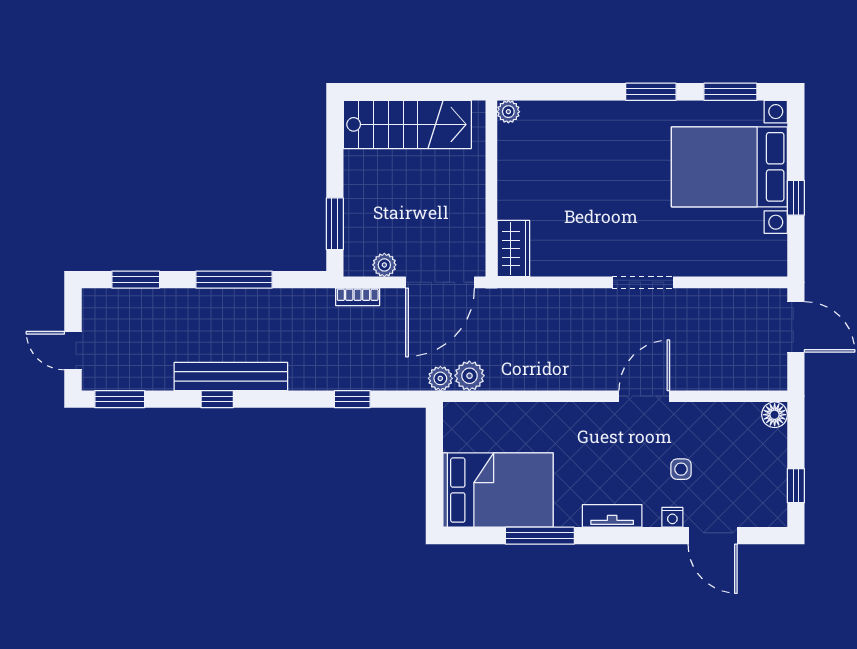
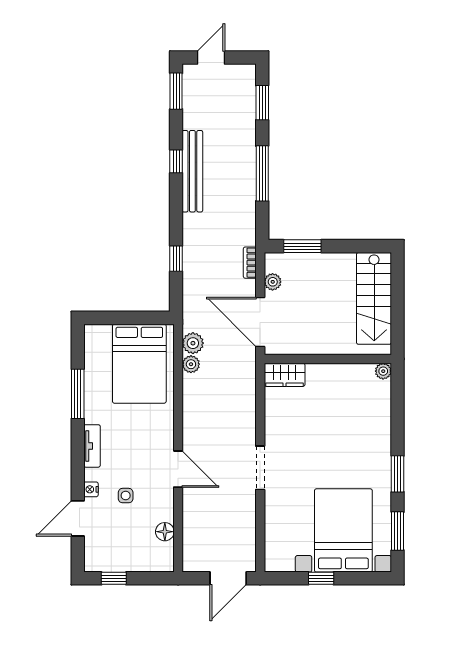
plant: (440, 378) -> (191, 364), moved
floor lamp: (775, 415) -> (165, 532), moved
bed: (498, 490) -> (139, 364), moved

